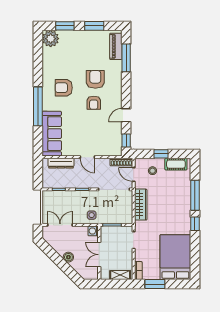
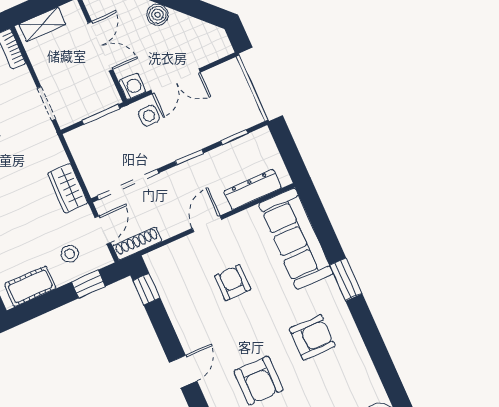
armchair: (94, 103) -> (233, 283), moved
window: (38, 106) -> (346, 279), width x0.47
door: (126, 115) -> (183, 372), moved
window: (161, 154) -> (88, 284), moved
door: (87, 157) -> (207, 224), hinge flipped
door: (134, 174) -> (103, 230), hinge flipped
wardrobe: (141, 205) -> (68, 188), width x0.67
double door: (60, 225) -> (176, 81), moved

